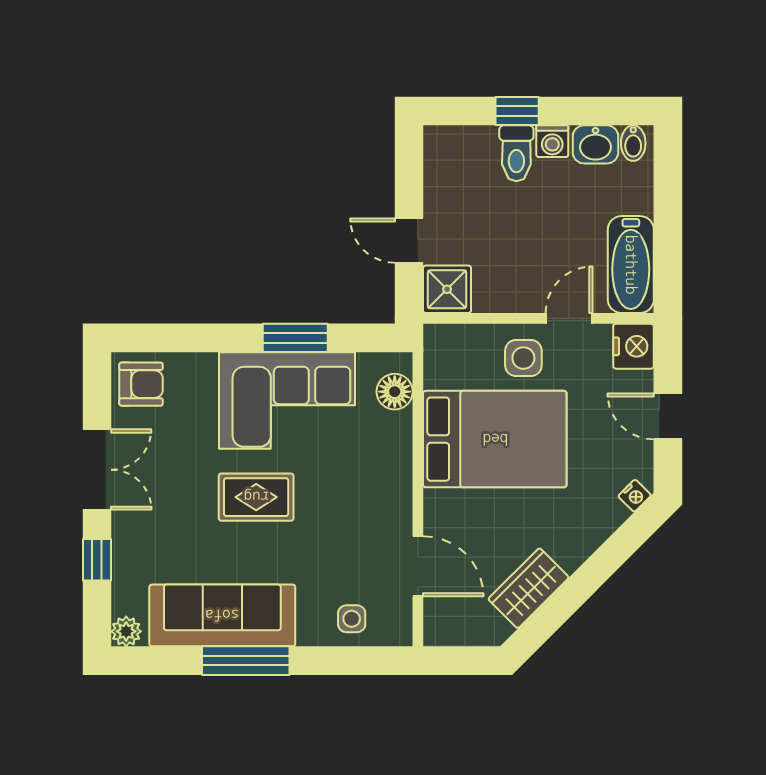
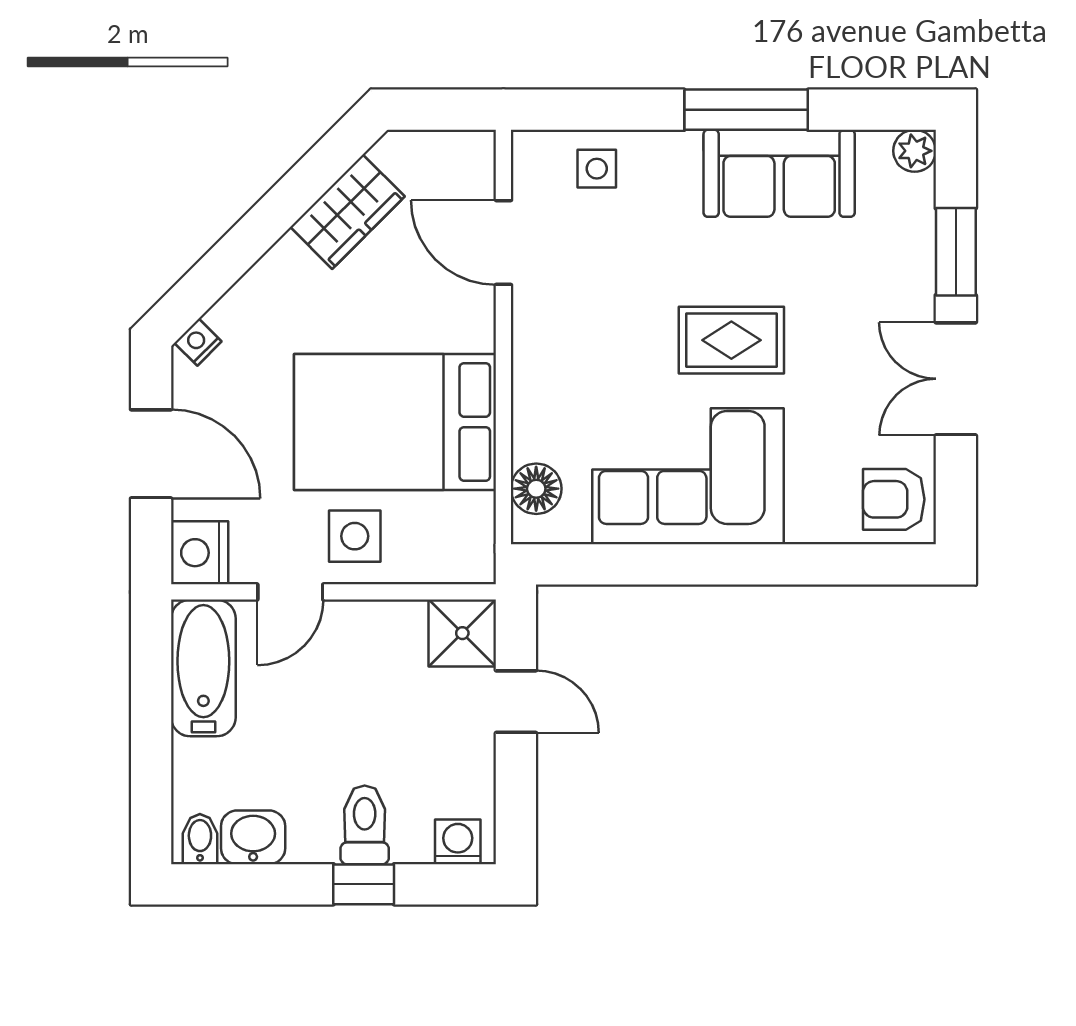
washing machine: (552, 141) -> (458, 842), moved
window: (295, 338) -> (676, 564), removed
door: (668, 416) -> (151, 454), width x1.38
window: (97, 560) -> (956, 252), width x1.50
sofa: (222, 615) -> (779, 173), width x0.73

